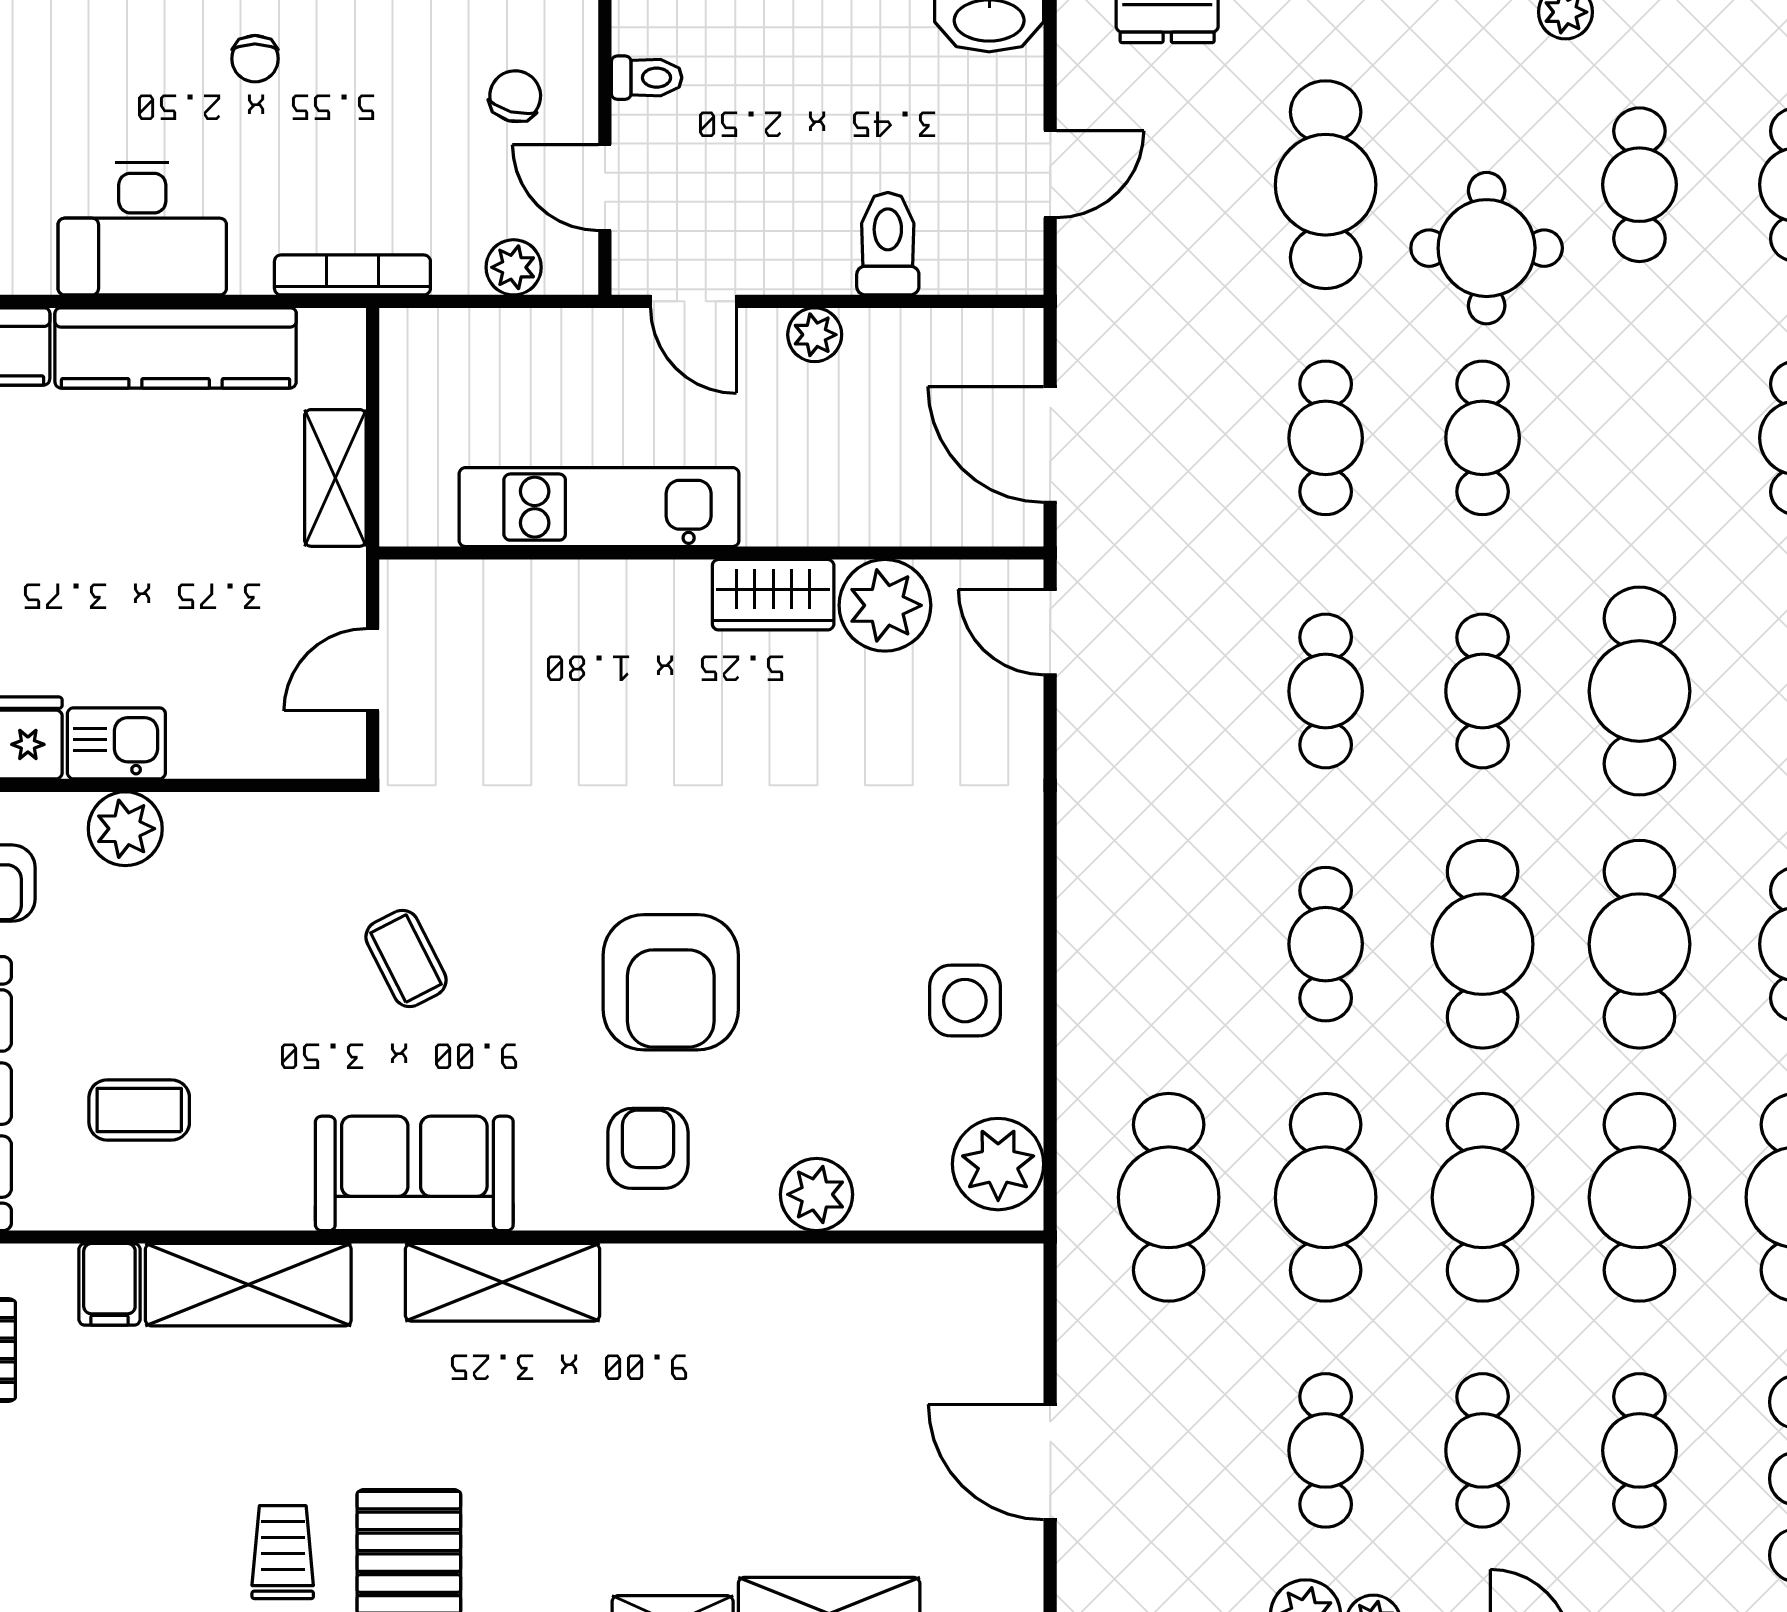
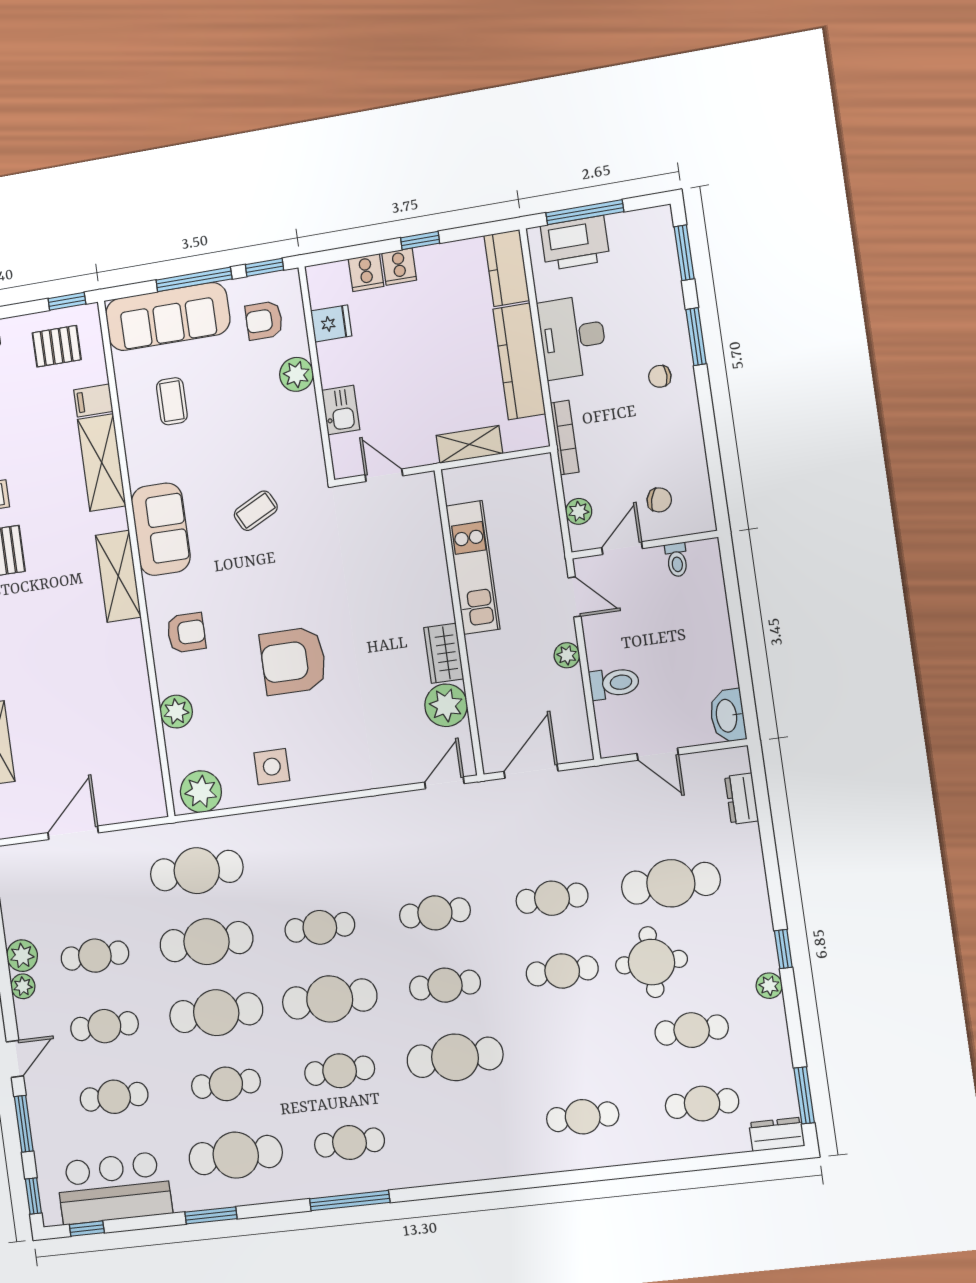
door: (694, 301) -> (575, 597), swing flipped
kitchen sink: (116, 743) -> (341, 410), moved
cafe table: (1639, 944) -> (340, 1071), width x0.73, depth x0.74
armchair: (671, 982) -> (293, 661), moved
cafe table: (1639, 1197) -> (226, 1084), width x0.73, depth x0.74

